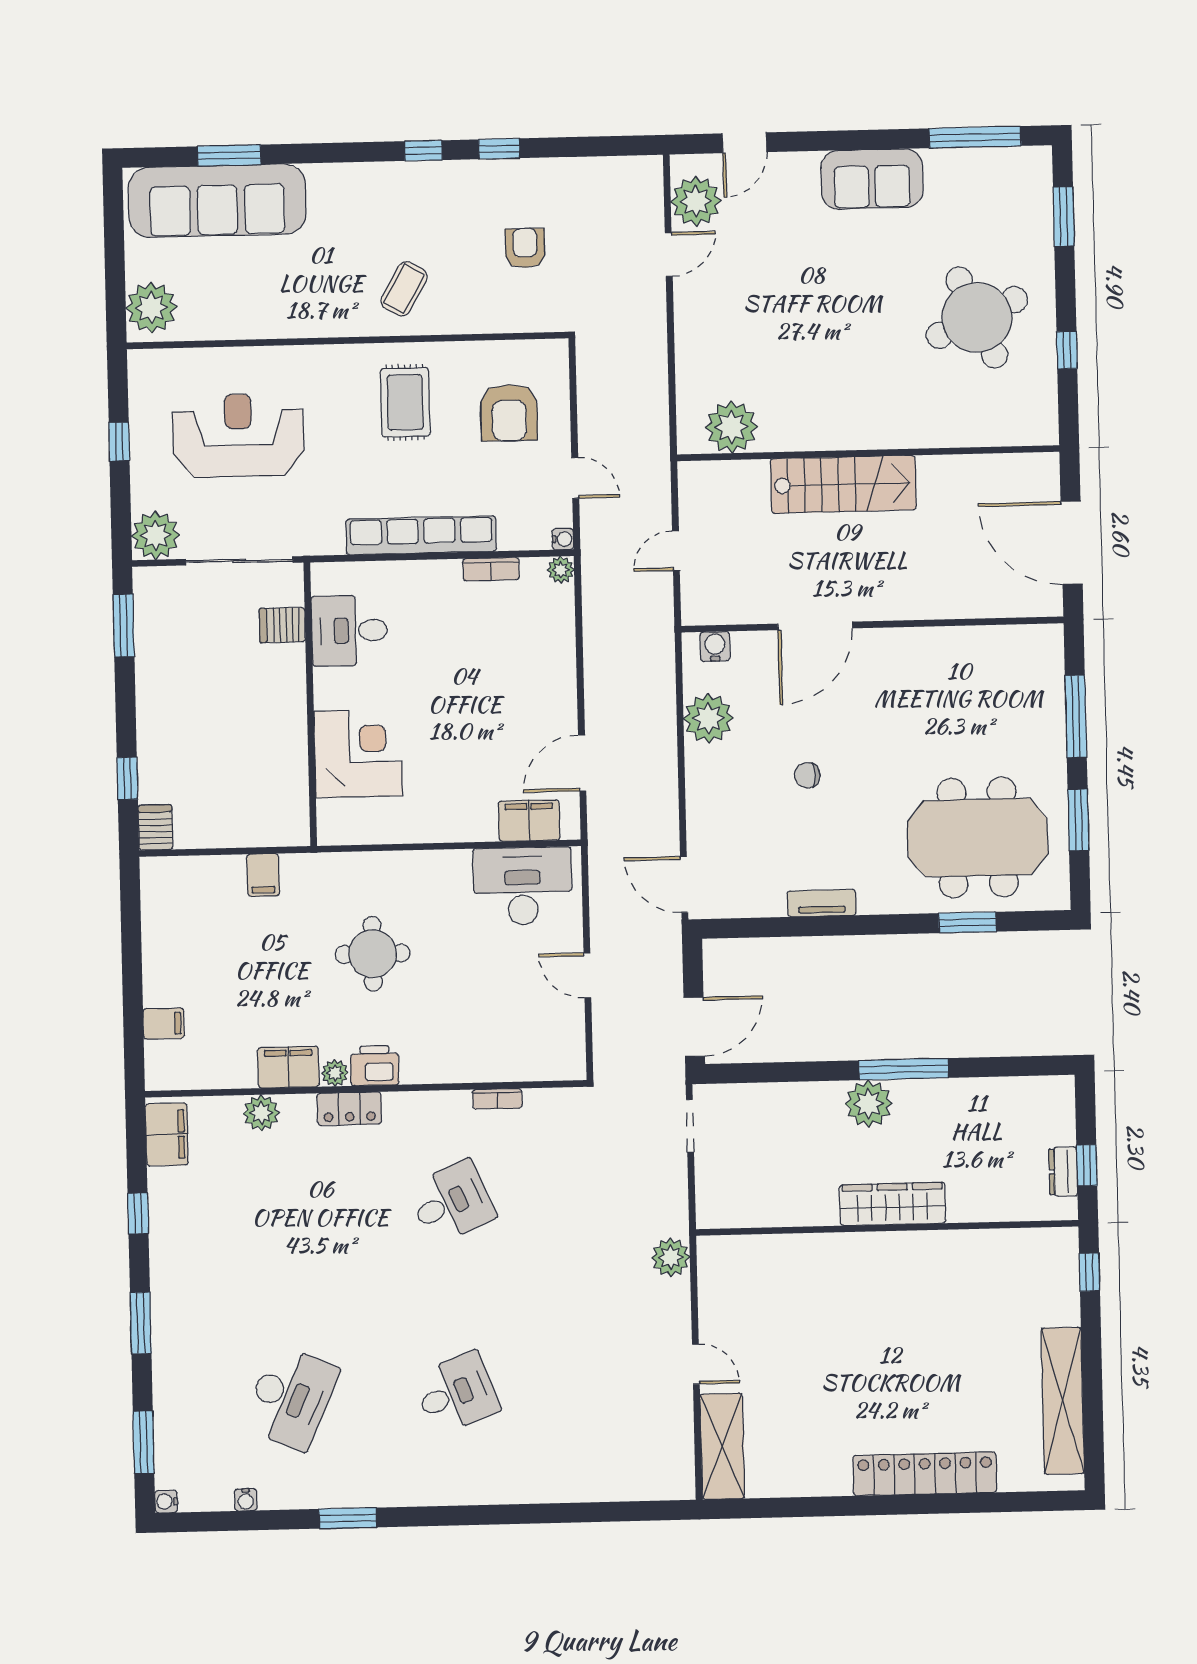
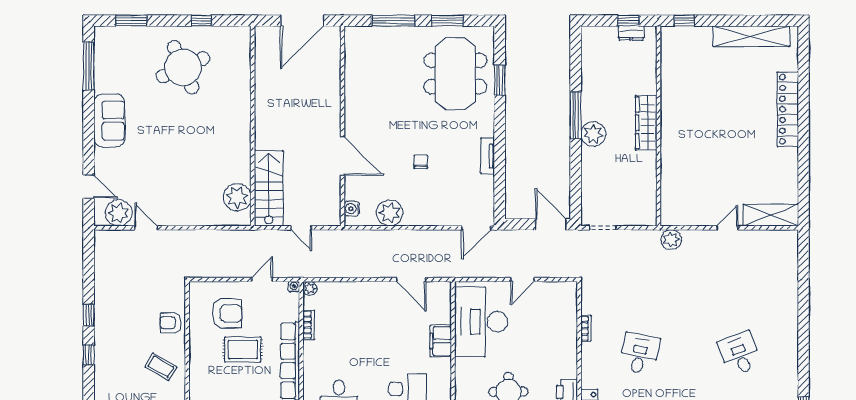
armchair: (525, 248) -> (171, 323), moved
rug: (405, 402) -> (243, 350), moved
stairs: (843, 484) -> (269, 188), moved
chair: (807, 775) -> (421, 162), turned 180
filing cabinet: (529, 821) -> (441, 341), moved
desk: (523, 886) -> (481, 322), width x1.36, depth x1.30
desk: (452, 1202) -> (640, 354), turned 36

